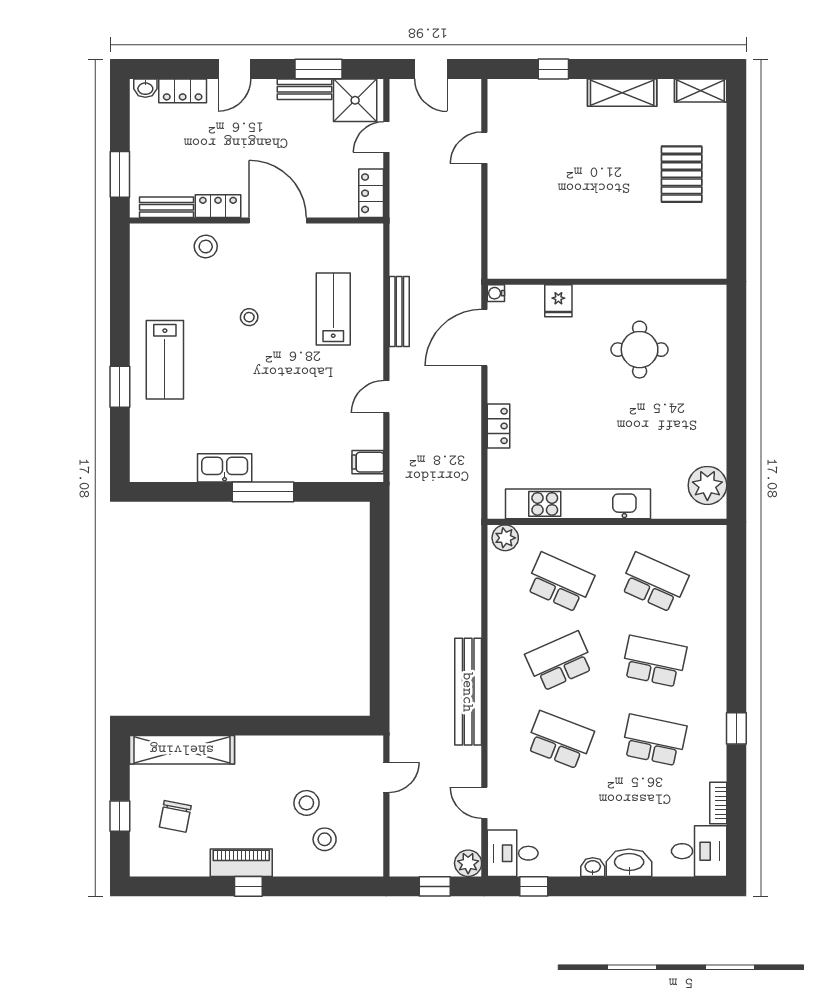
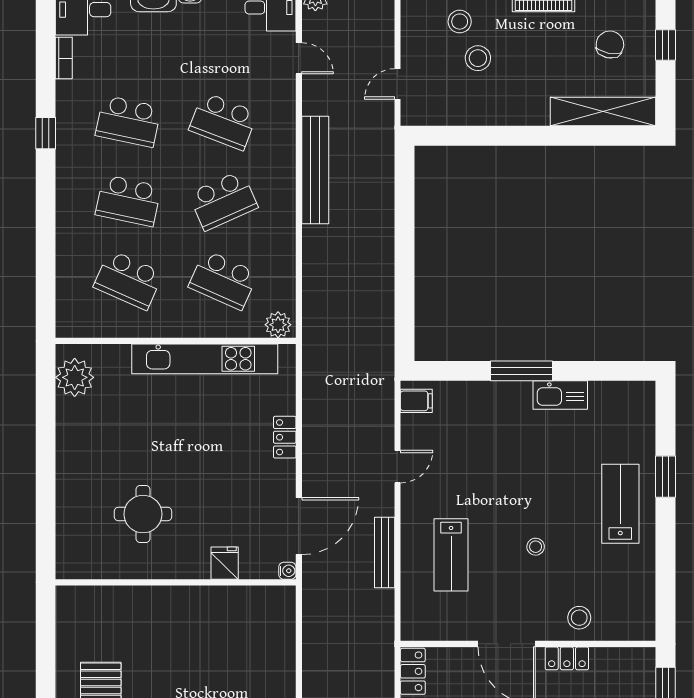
bench: (166, 207) -> (619, 657), removed

